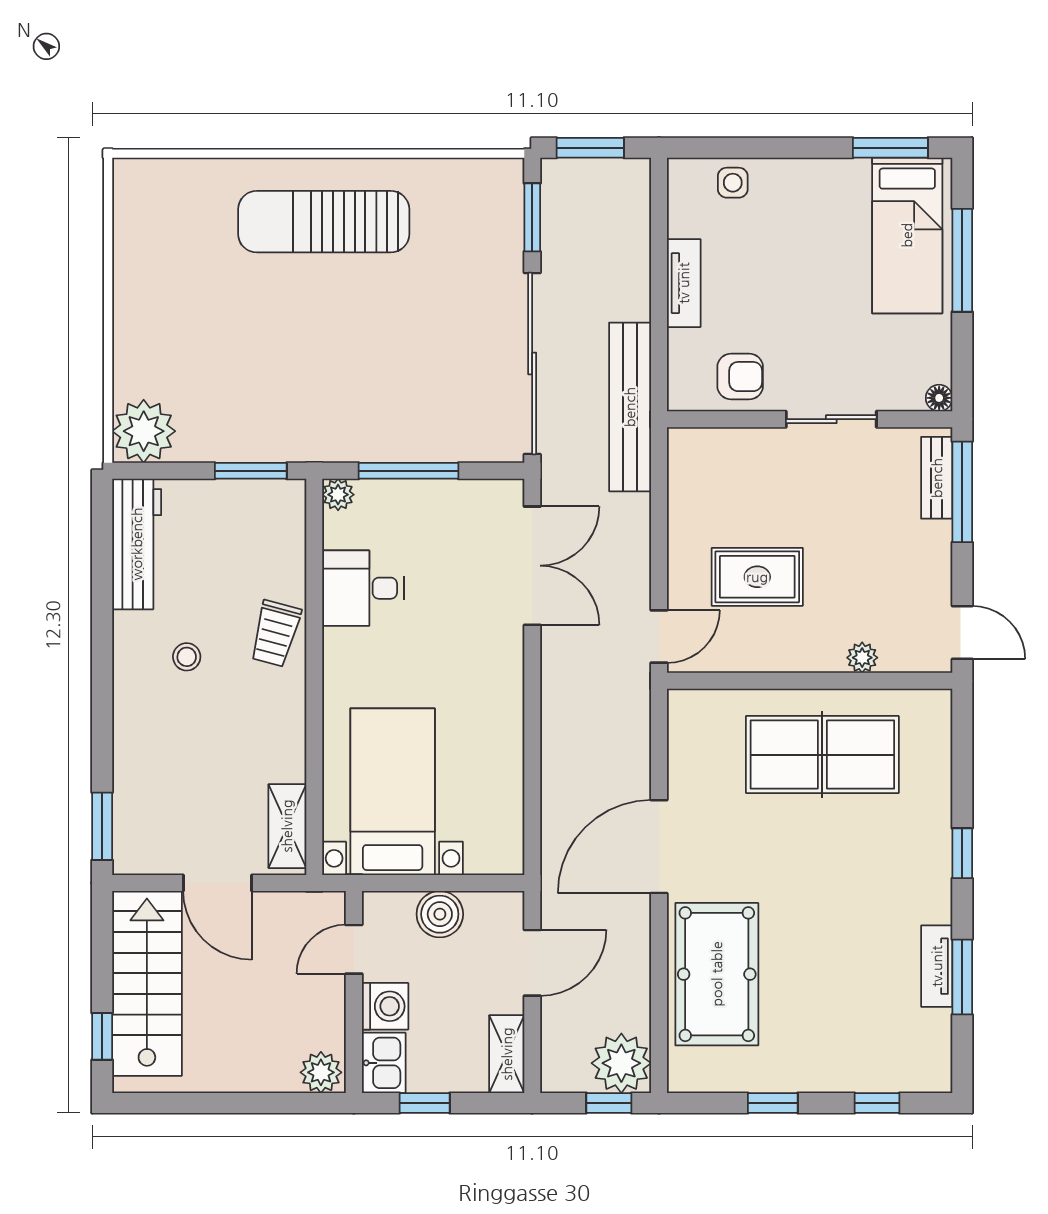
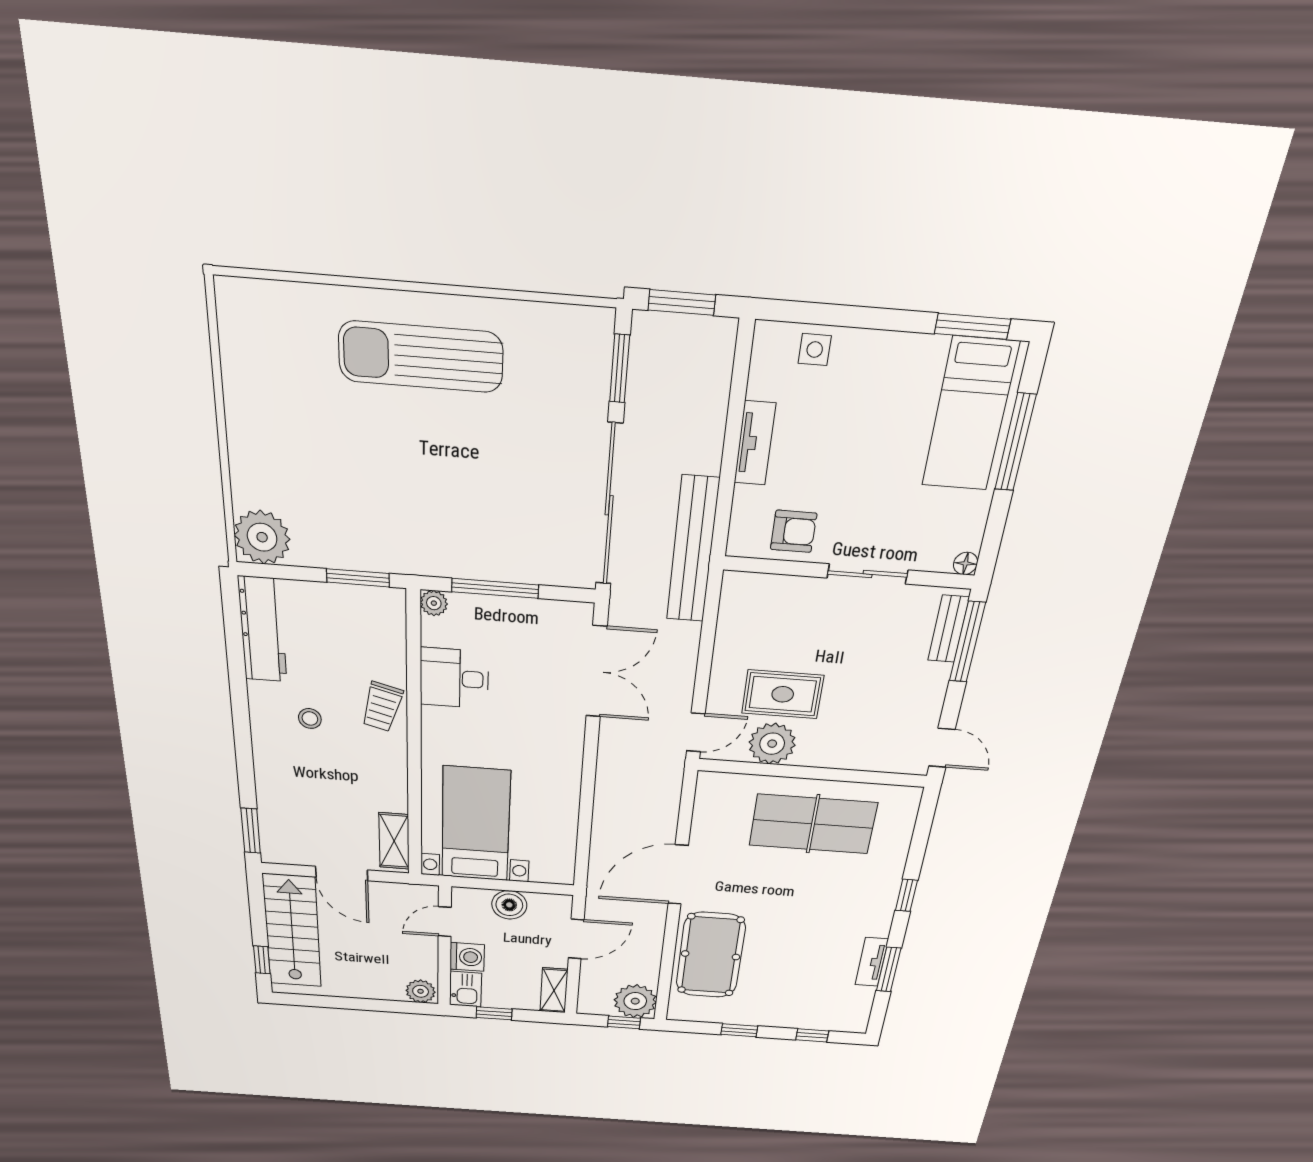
plant: (862, 658) -> (772, 744), moved, width x1.88, depth x1.88

